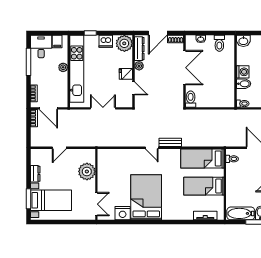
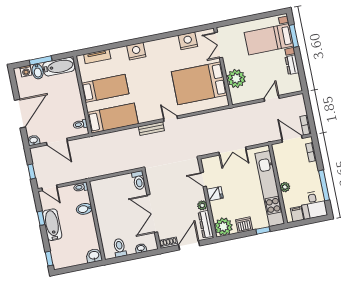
washing machine: (243, 72) -> (88, 222), removed
bed: (146, 197) -> (199, 83), moved, turned 90
nightstand: (170, 213) -> (136, 51), added

